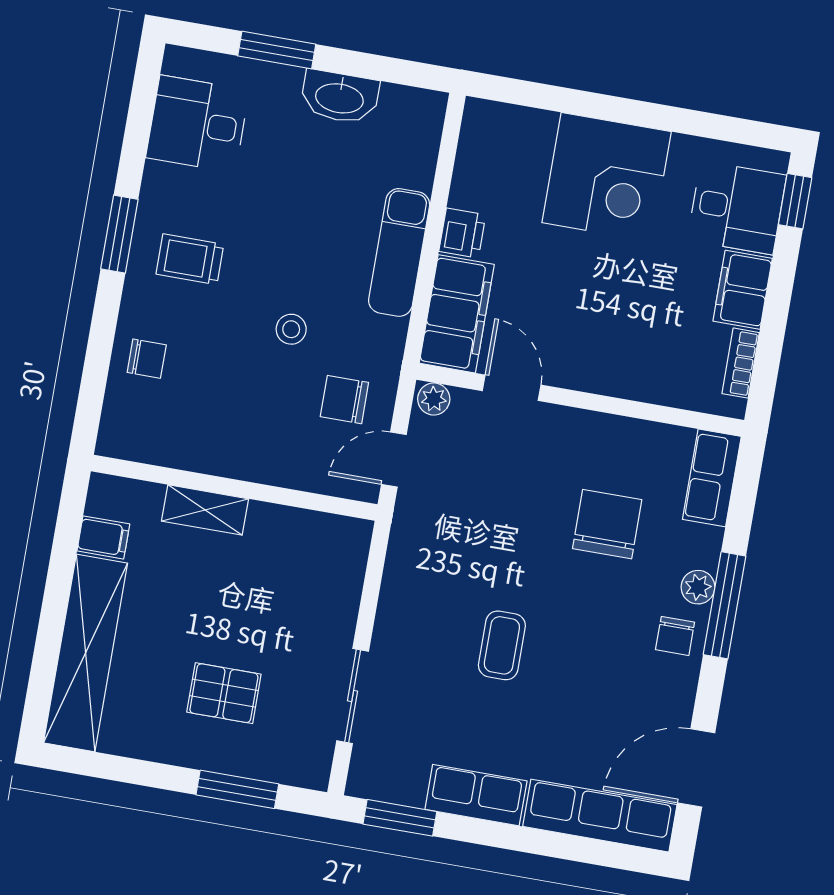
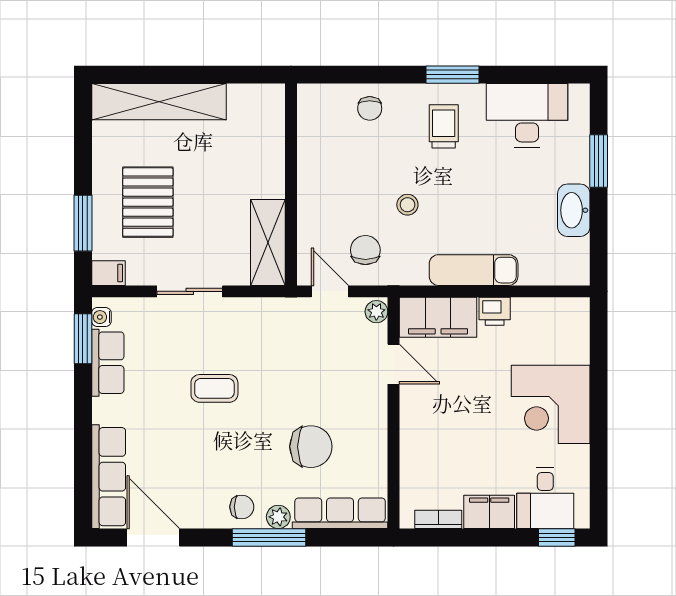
desk: (198, 124) -> (527, 115), width x1.37
door: (512, 388) -> (394, 364), hinge flipped
row of seats: (712, 478) -> (340, 513), width x1.48
shelving: (205, 510) -> (268, 242), moved, width x1.50, depth x1.33
filing cabinet: (103, 537) -> (108, 273), moved, turned -90
chair: (675, 636) -> (242, 507), turned 180
pallet: (224, 693) -> (148, 202), width x1.50, depth x1.42
sliding door: (353, 696) -> (190, 291), moved
water cooler: (374, 787) -> (101, 317), added
row of seats: (476, 795) -> (108, 363), moved

